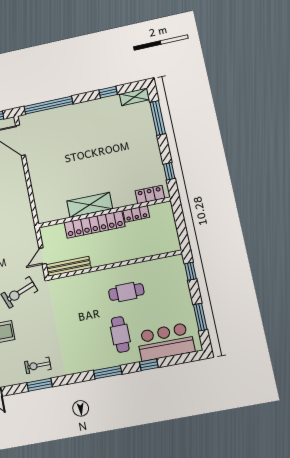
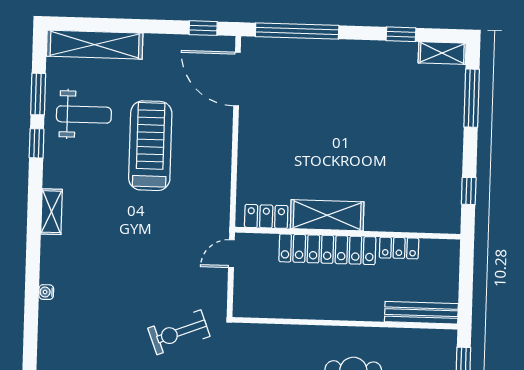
locker: (150, 195) -> (266, 216), moved
door: (43, 256) -> (231, 254), moved
bench: (68, 266) -> (421, 313), moved

